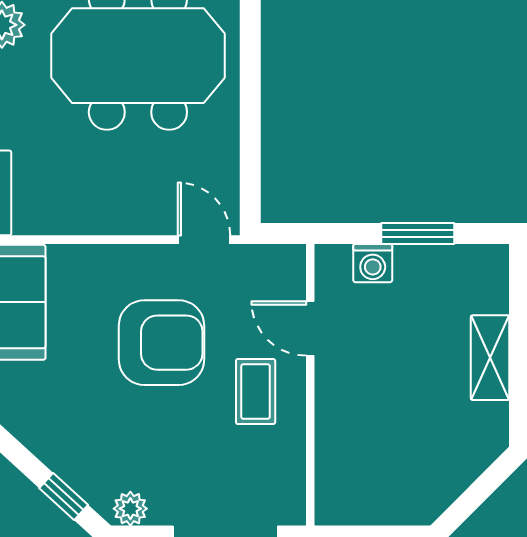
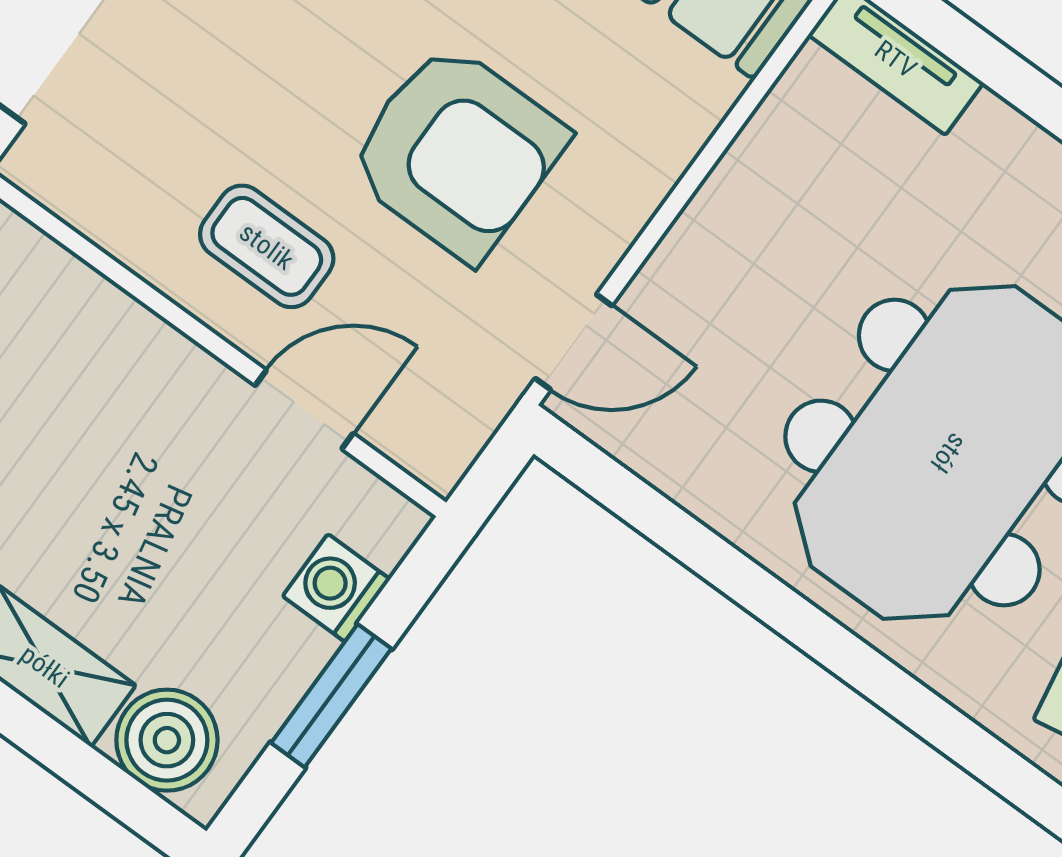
boiler: (484, 287) -> (167, 740), added
armchair: (162, 343) -> (457, 152), turned -90

